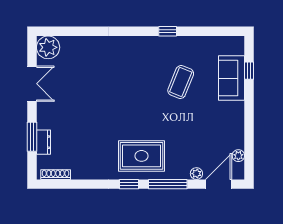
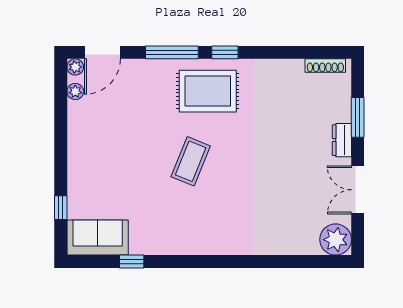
window: (168, 31) -> (132, 262), moved
sofa: (231, 78) -> (98, 238), moved, turned -90
coffee table: (181, 82) -> (191, 161), moved
dresser: (43, 142) -> (342, 140), moved
plant: (196, 174) -> (75, 67), moved

